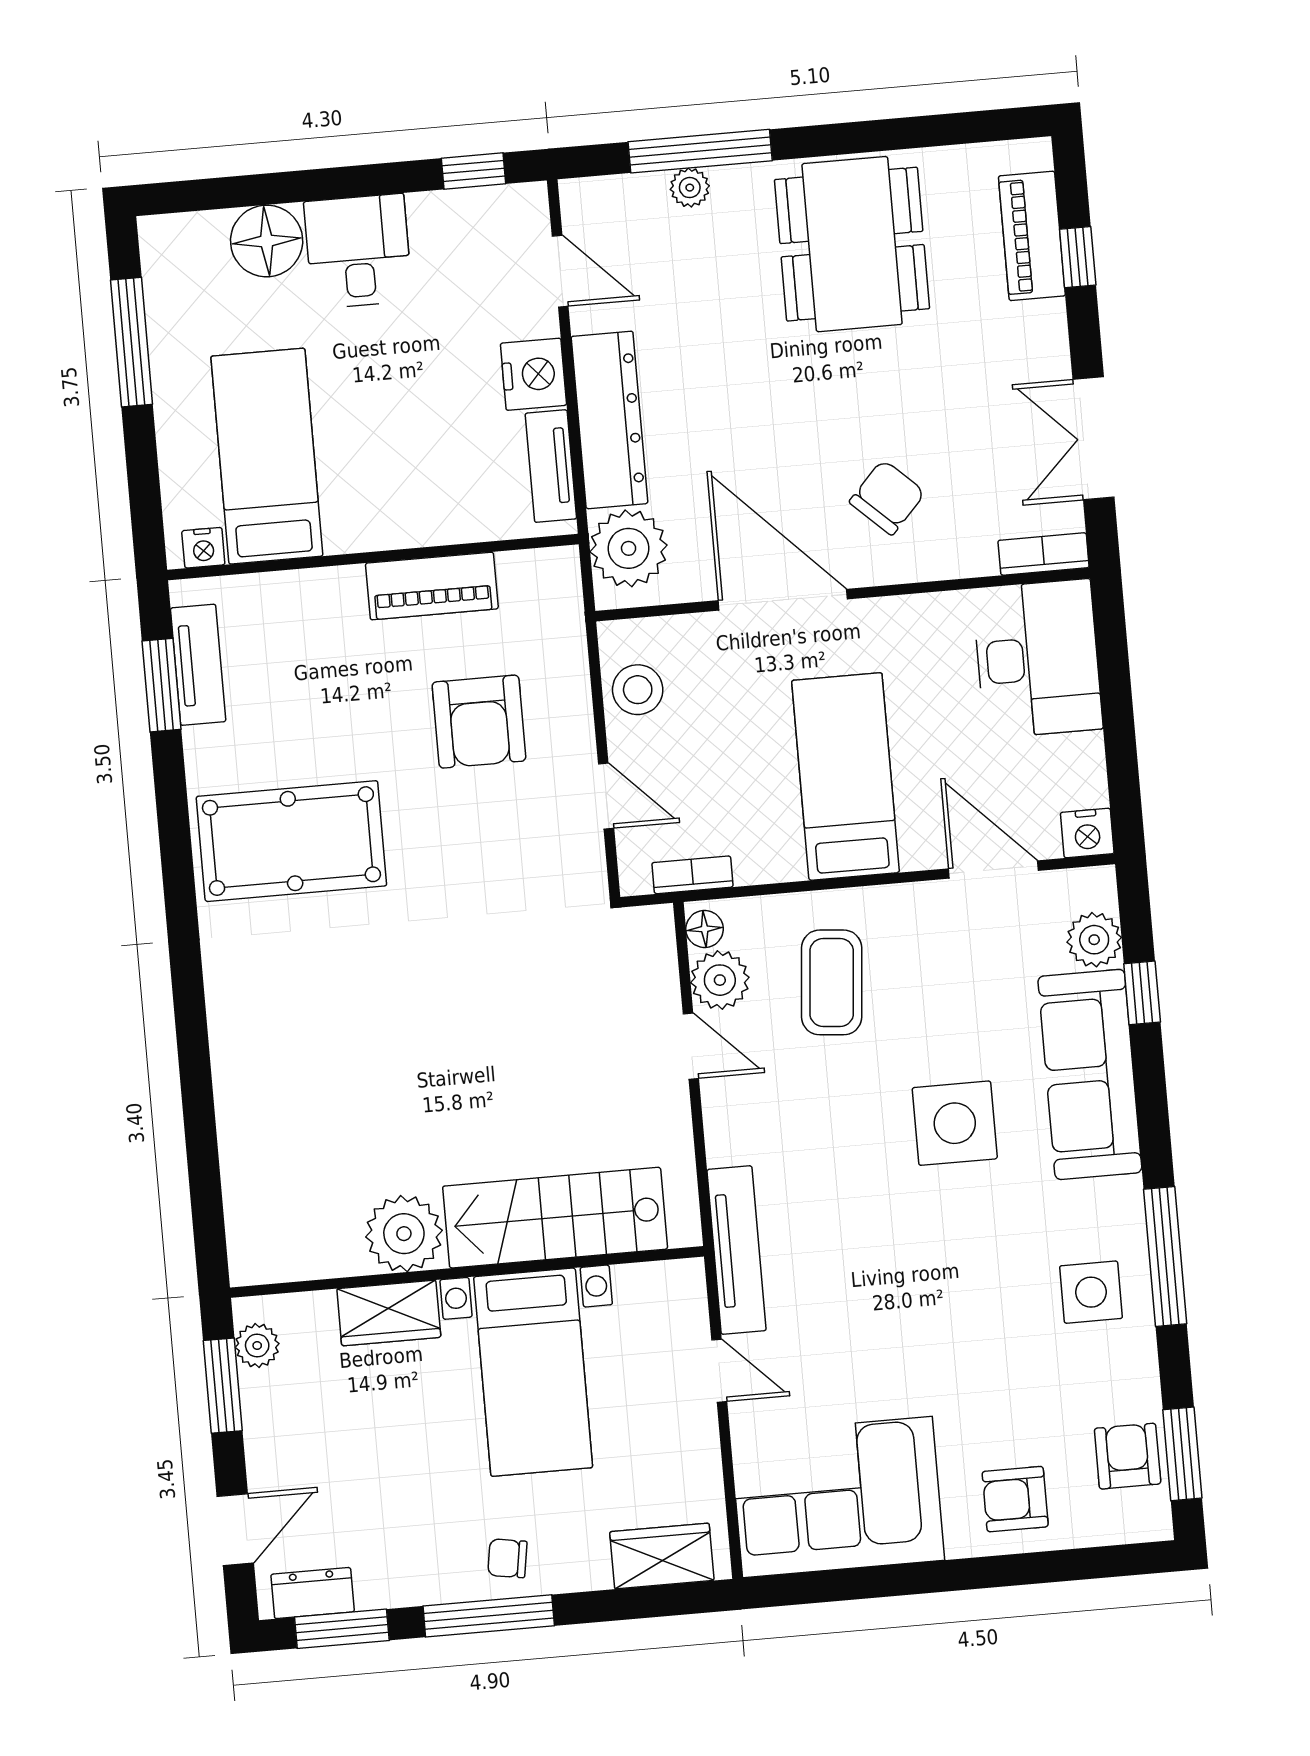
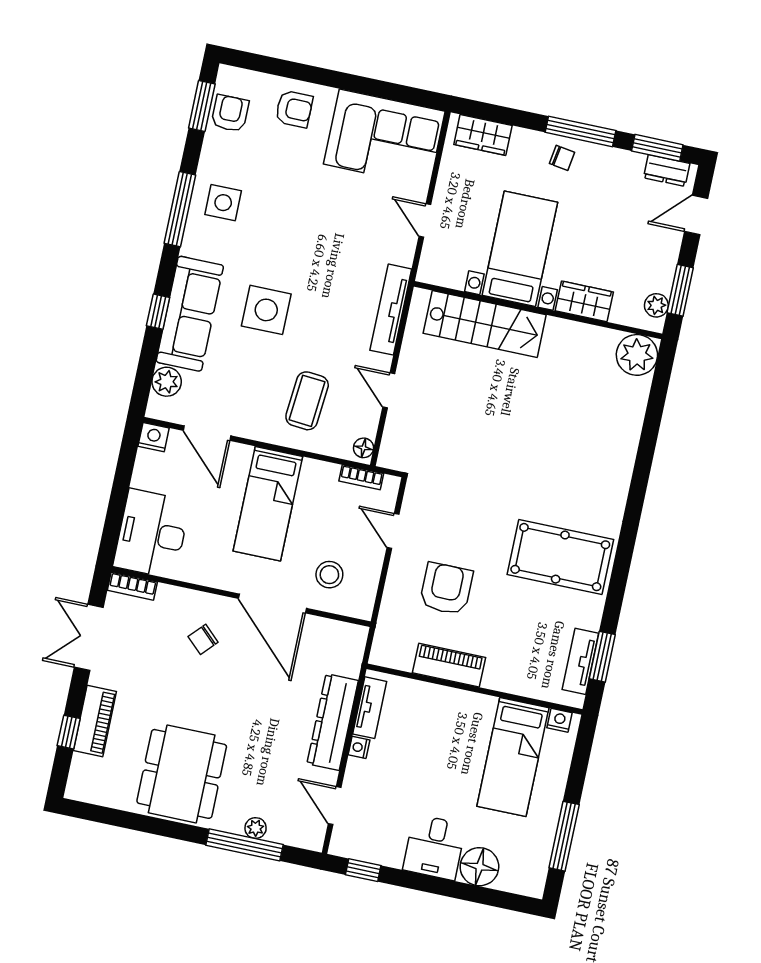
piano: (1032, 236) -> (95, 721), moved
nightstand: (533, 374) -> (359, 747), width x0.53, depth x0.56
double door: (1094, 438) -> (89, 637), swing flipped
chair: (887, 497) -> (203, 639), width x0.73, depth x0.73
plant: (629, 548) -> (343, 654), removed
stool: (638, 690) -> (329, 575), moved
plant: (720, 980) -> (364, 419), removed
window: (1142, 993) -> (158, 312), moved
plant: (404, 1234) -> (637, 355), moved
tv unit: (736, 1250) -> (391, 310), moved
armchair: (1128, 1456) -> (230, 113), turned 180

